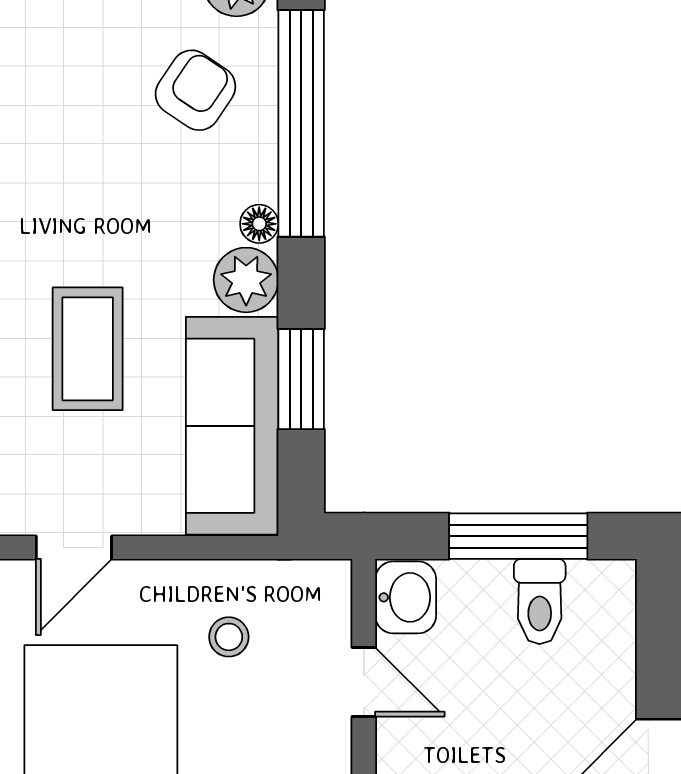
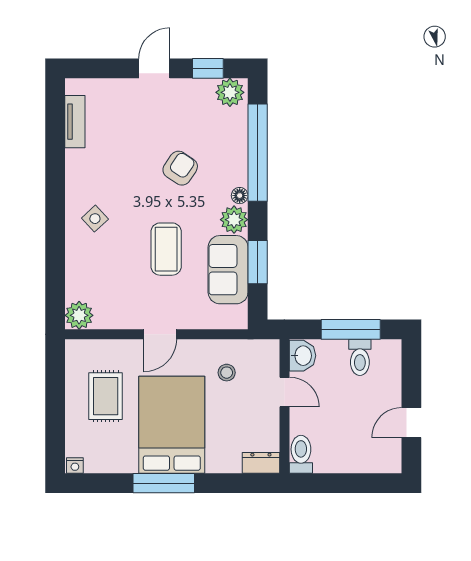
armchair: (195, 90) -> (180, 168), moved
sofa: (232, 426) -> (228, 270), width x0.73

